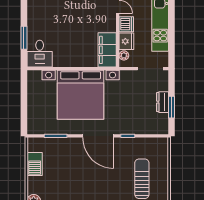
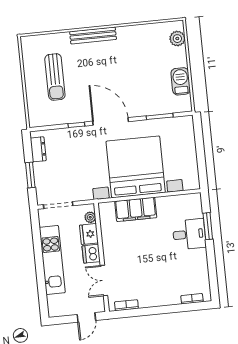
filing cabinet: (107, 50) -> (136, 209), moved, turned 90
desk: (40, 54) -> (189, 234), moved, turned 90
dresser: (163, 102) -> (38, 149), moved
window: (172, 107) -> (30, 175), moved

